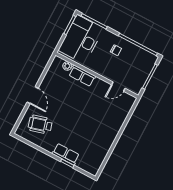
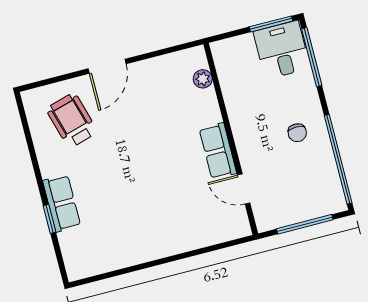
desk: (81, 39) -> (282, 50), width x0.53, depth x0.77
row of seats: (82, 76) -> (218, 151), moved

